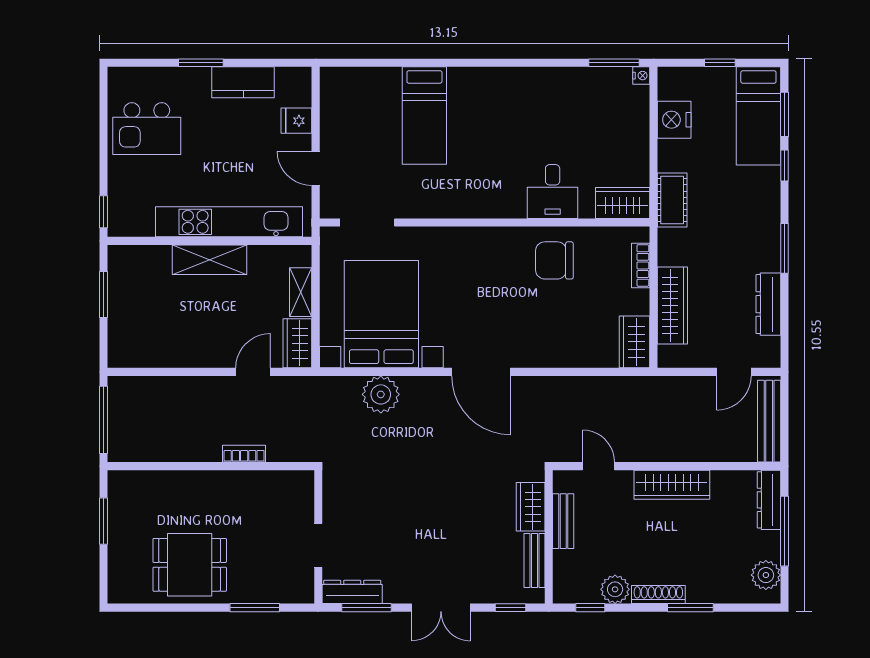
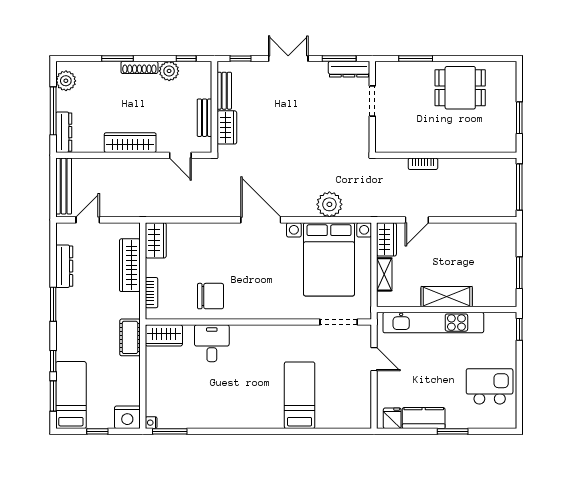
nightstand: (674, 120) -> (127, 417), moved, turned 90
fridge: (296, 121) -> (392, 418), moved, turned -90

